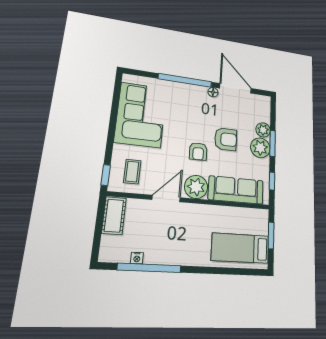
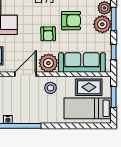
stool: (196, 219) -> (50, 88), added
rug: (243, 221) -> (89, 87), added

